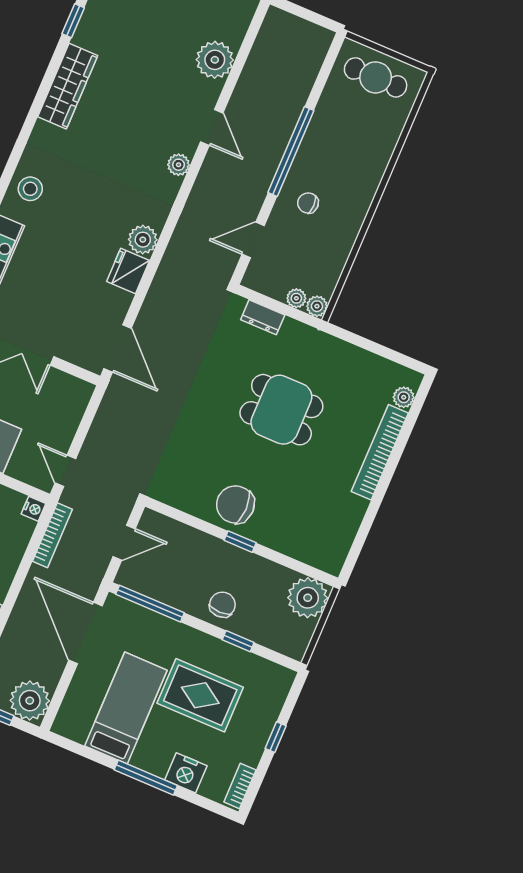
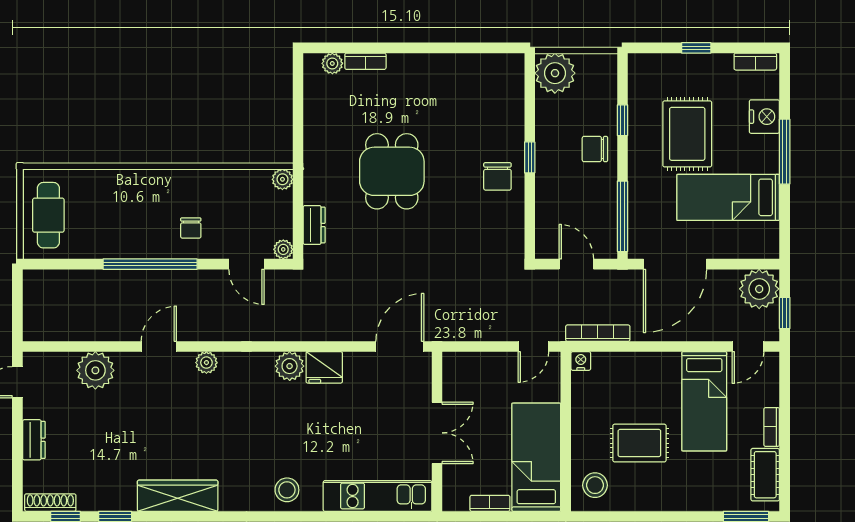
plant: (296, 298) -> (283, 249), moved
bookcase: (380, 452) -> (365, 61), width x0.43, depth x0.76
chair: (235, 505) -> (497, 176), width x0.73, depth x0.73

